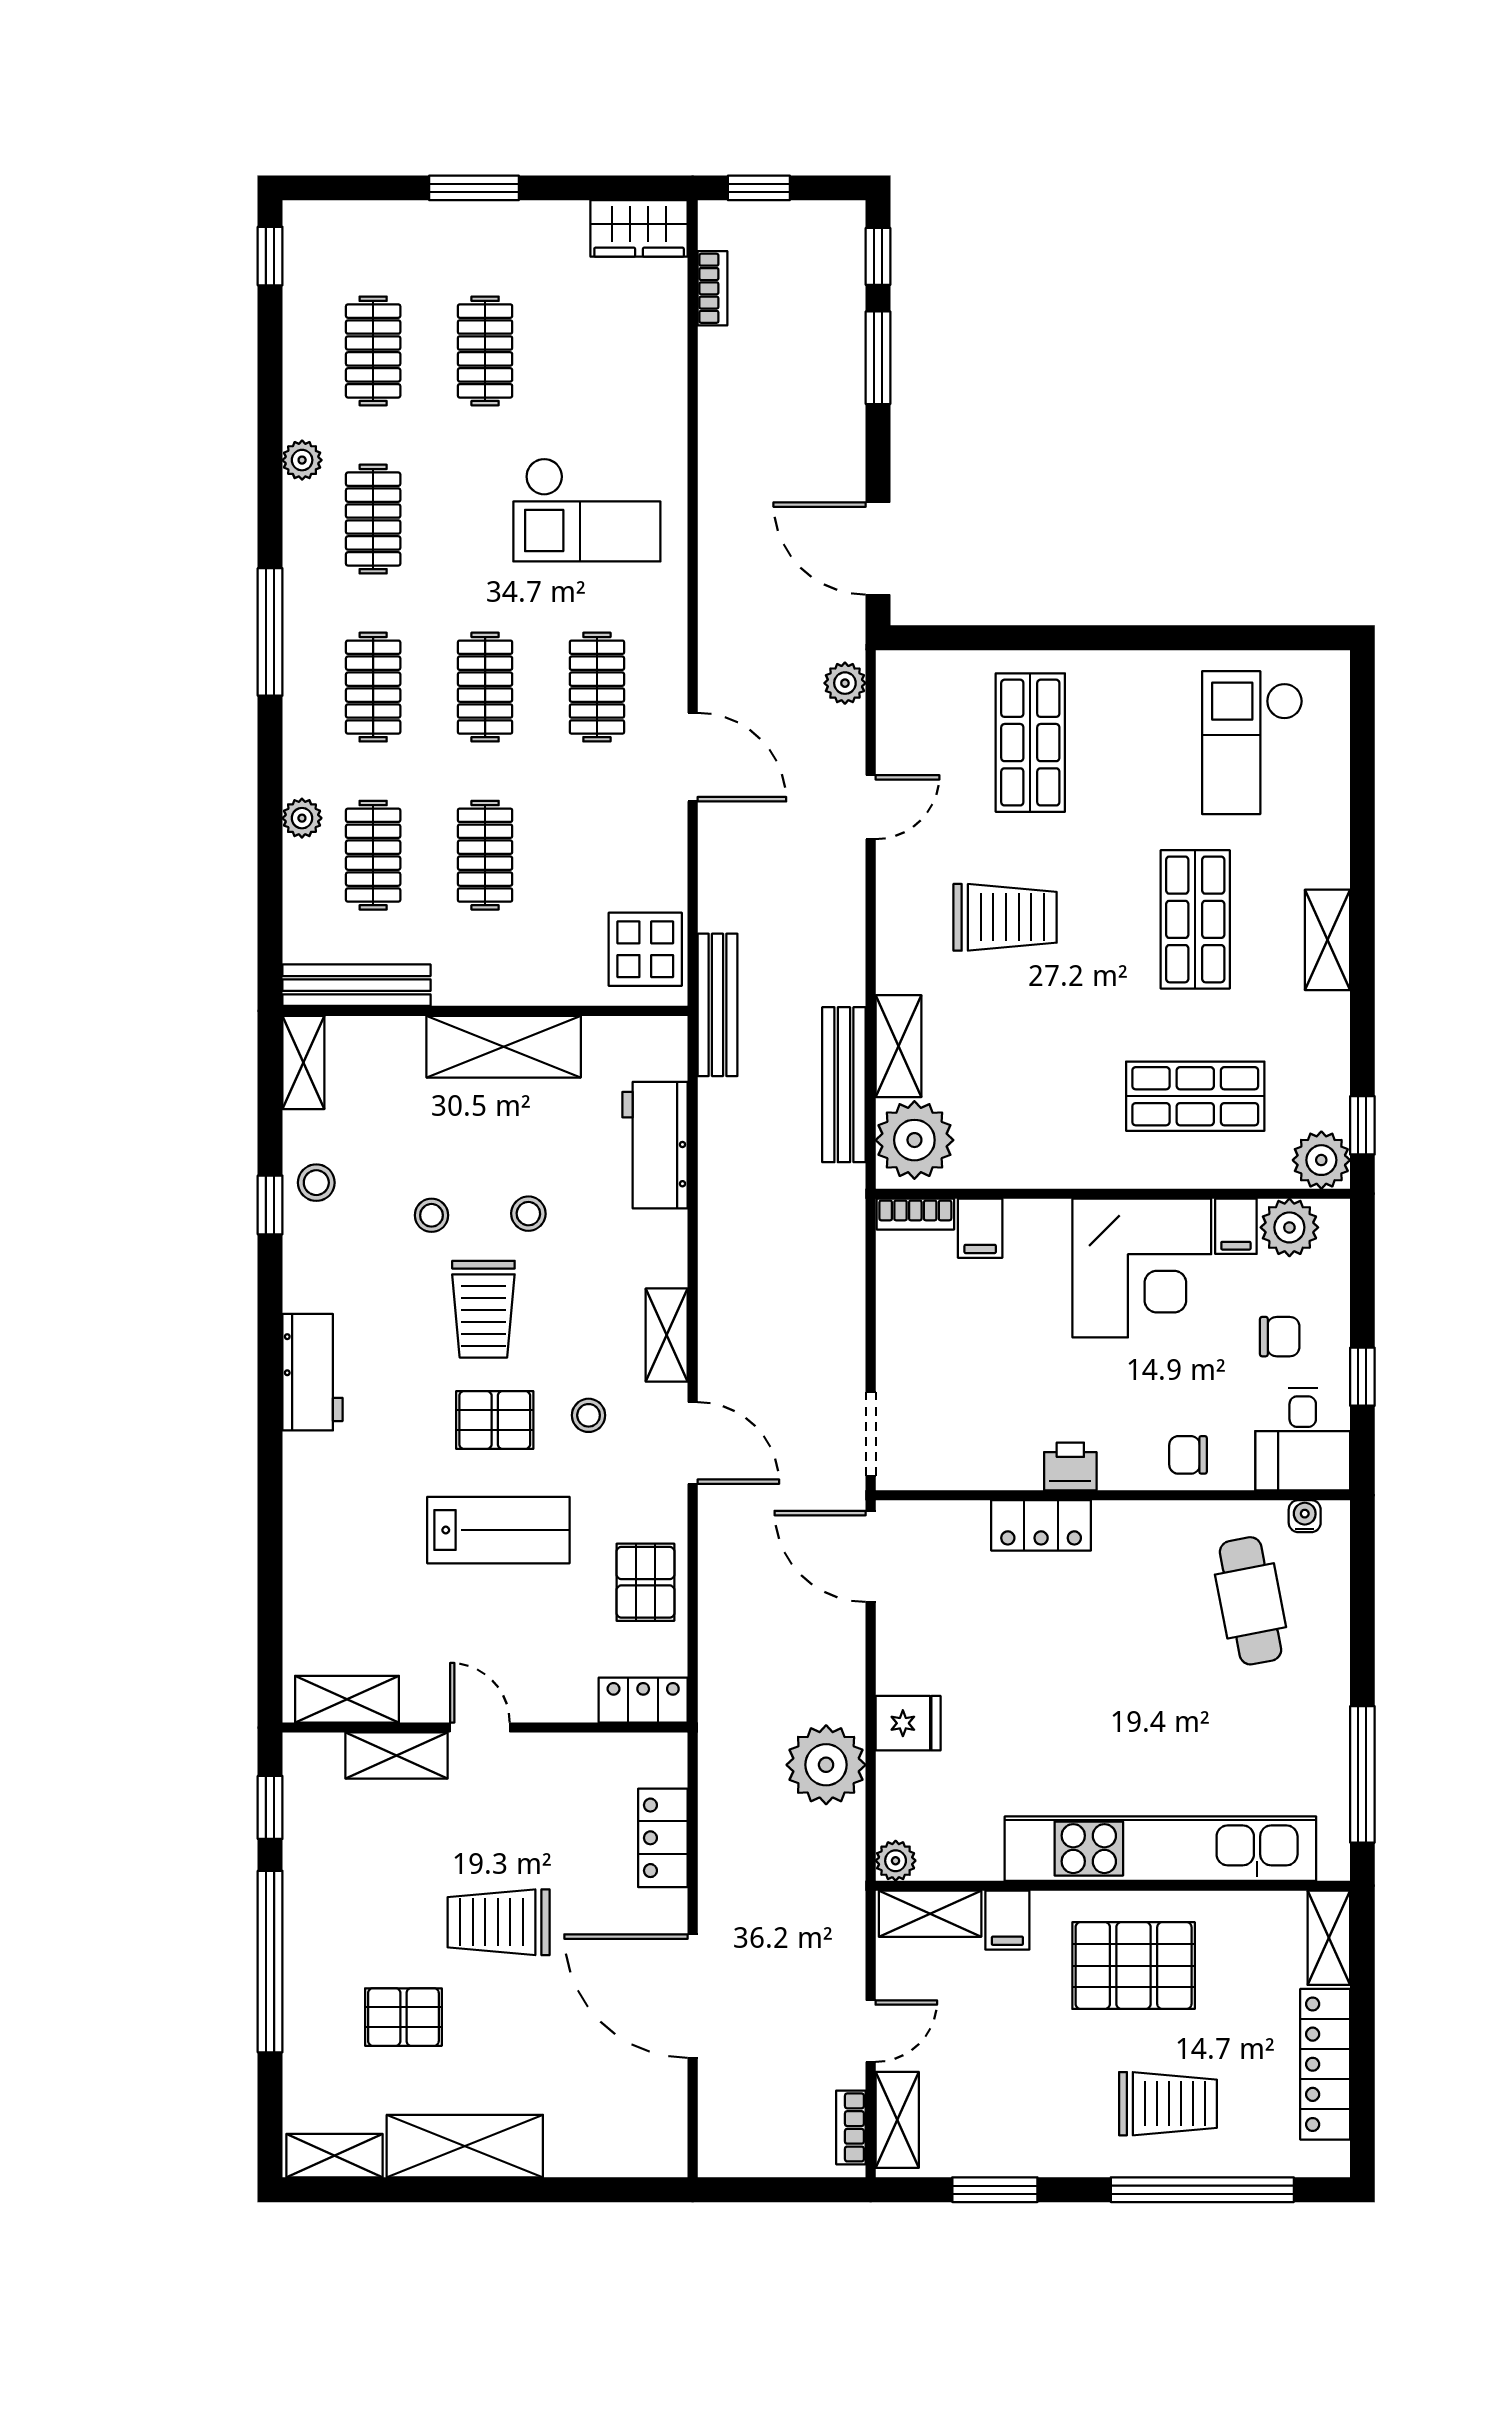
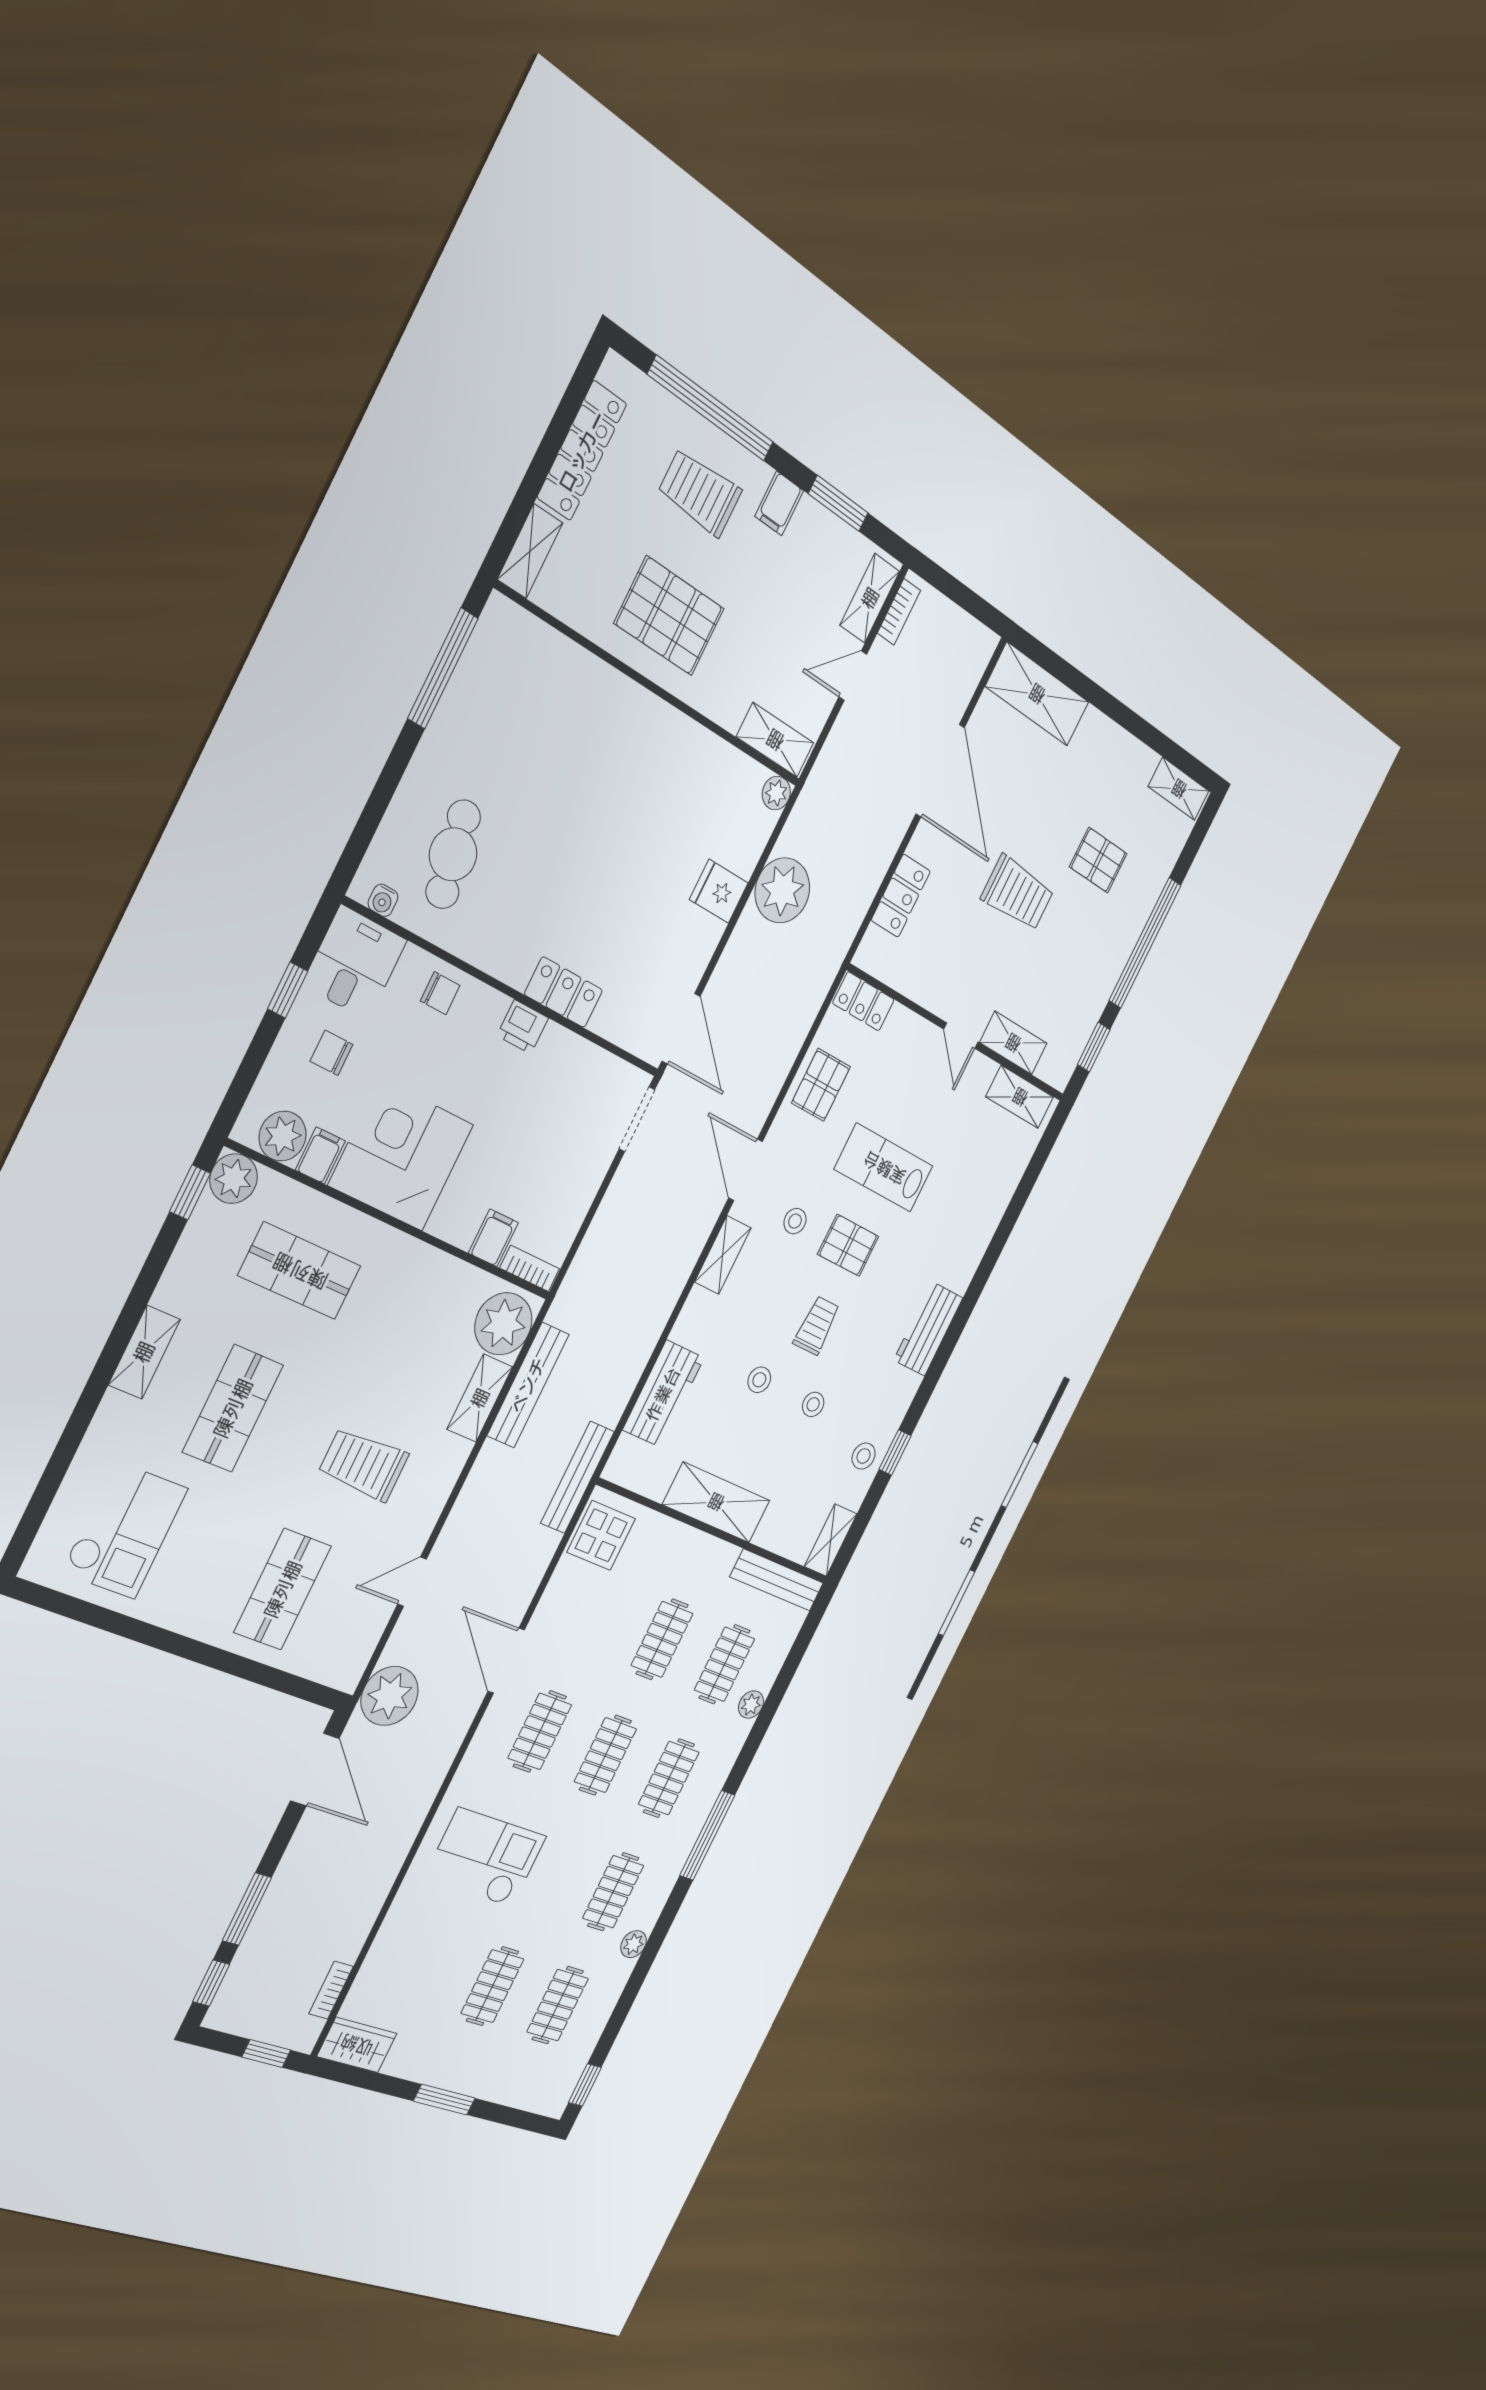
plant: (845, 683) -> (390, 1696), width x1.88, depth x1.88
trolley: (483, 1309) -> (817, 1326), width x0.73, depth x0.72
kitchen unit: (1160, 1849) -> (608, 696), removed
filing cabinet: (1007, 1920) -> (779, 503), moved, turned 180
shelving: (465, 2146) -> (1037, 694), moved

